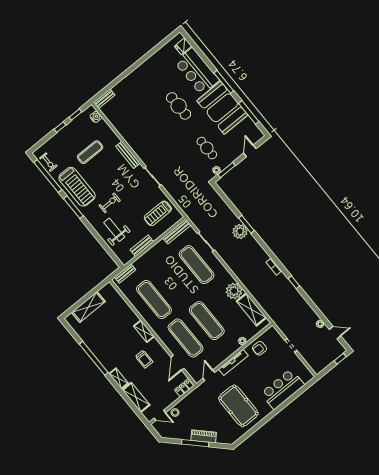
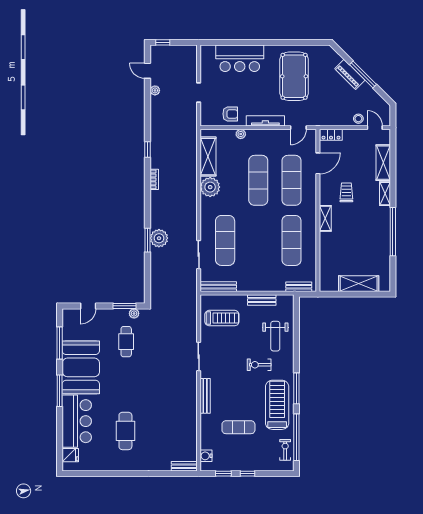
cafe table: (179, 106) -> (125, 431), moved

